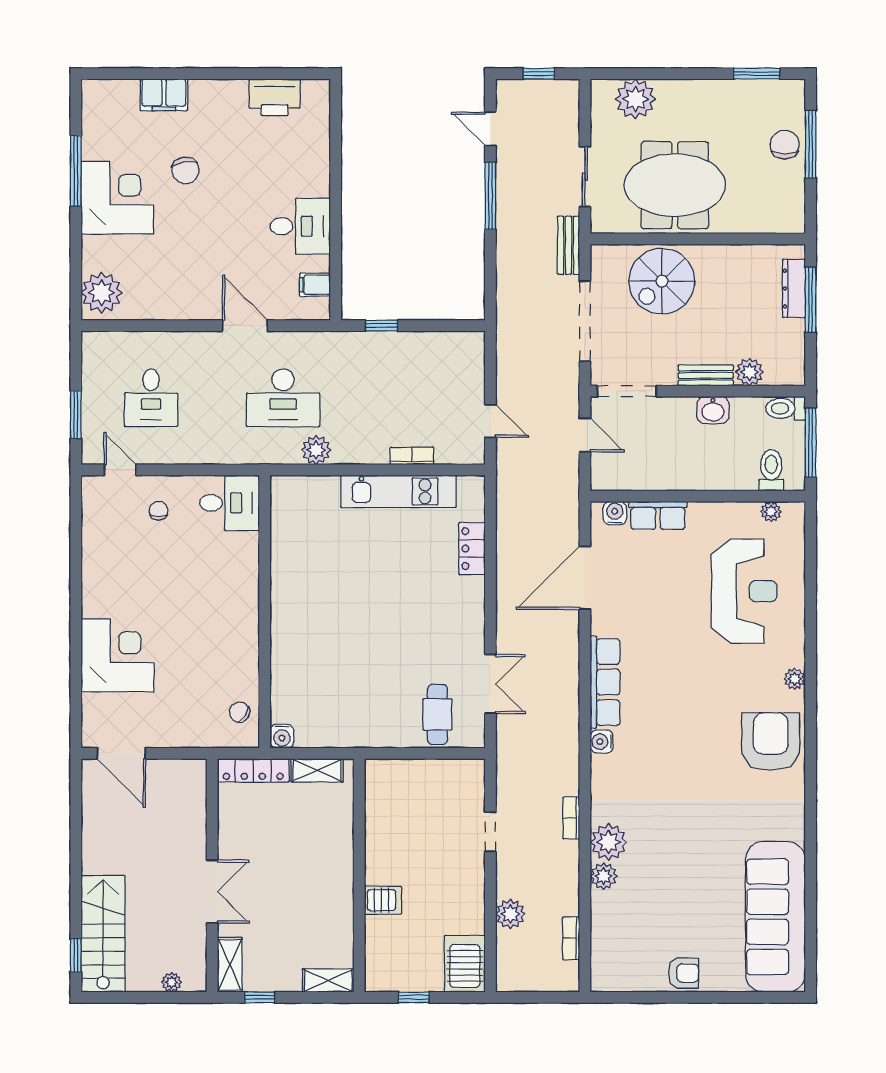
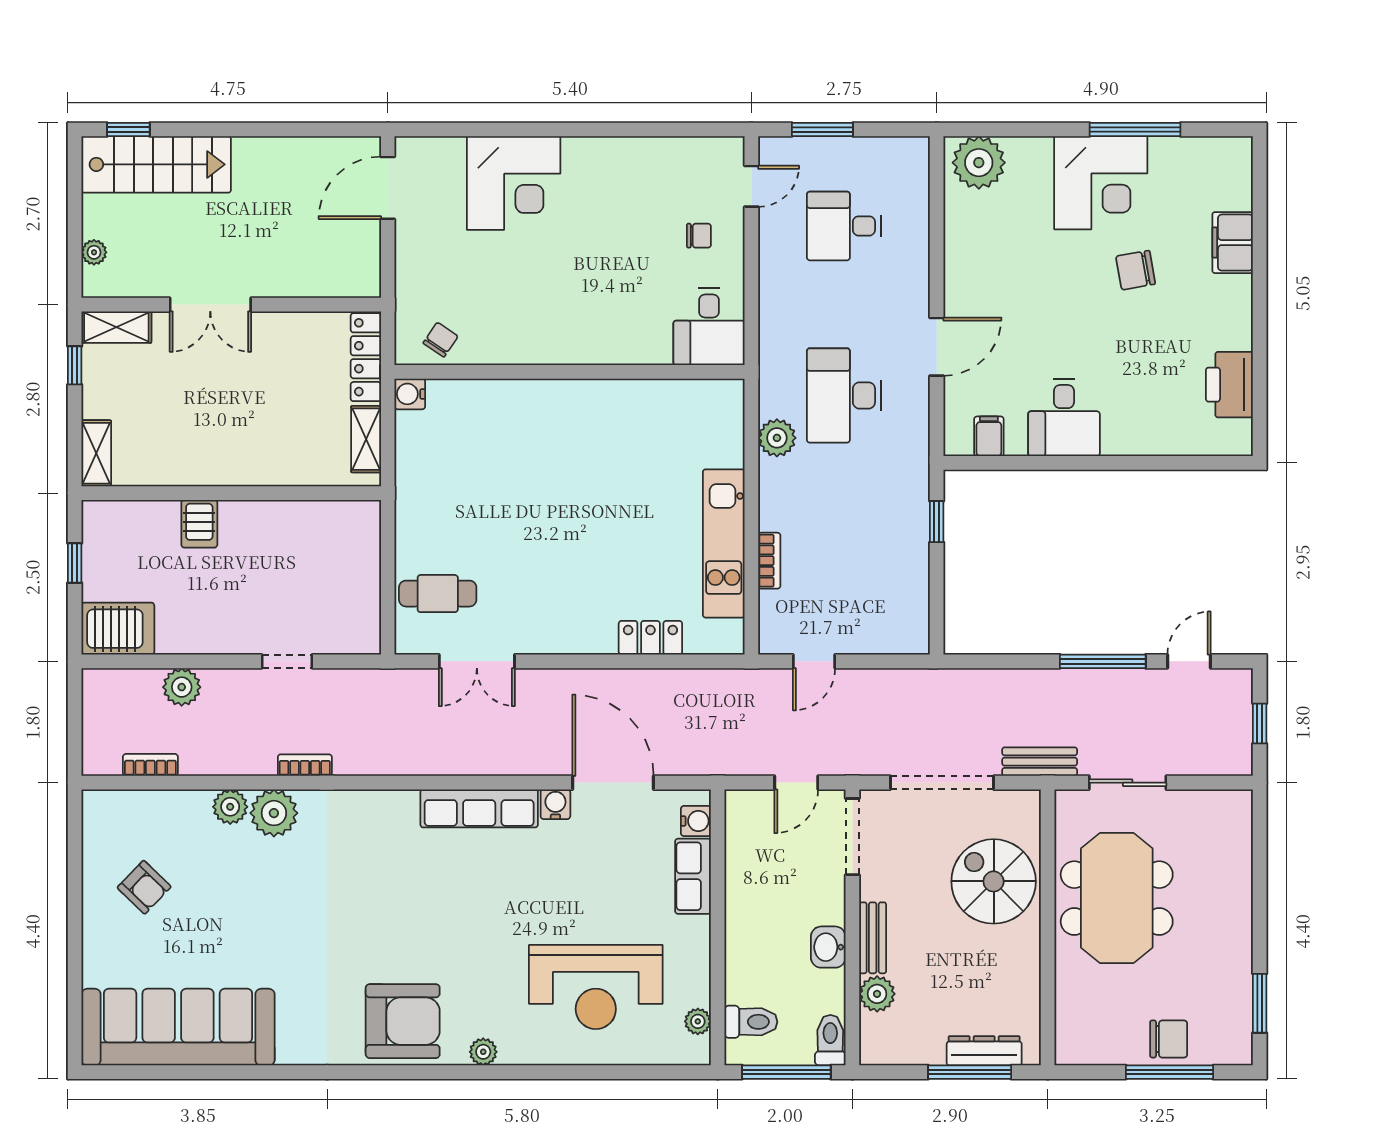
plant: (635, 99) -> (1227, 847), removed
water cooler: (602, 742) -> (555, 804), moved
armchair: (683, 973) -> (144, 887), moved, turned -46

